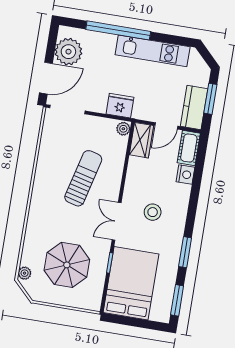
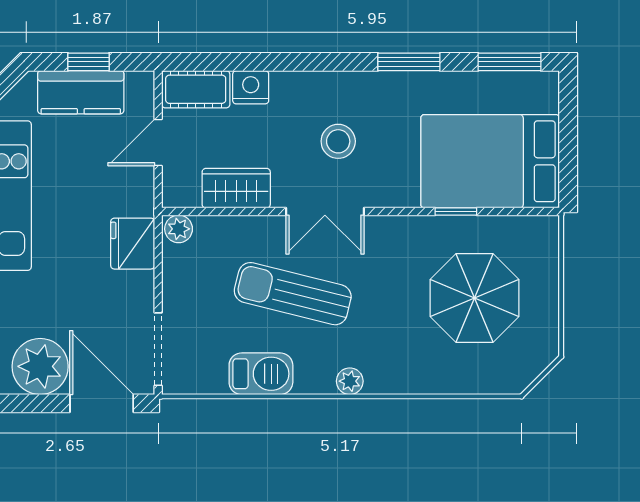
window: (210, 99) -> (88, 62), width x0.67
kitchen counter: (194, 107) -> (81, 92), moved
door: (166, 126) -> (158, 142), swing flipped
wardrobe: (141, 140) -> (236, 188), moved
barbecue: (47, 157) -> (261, 374), added
double door: (117, 221) -> (325, 212), moved
plant: (25, 273) -> (350, 381), moved

